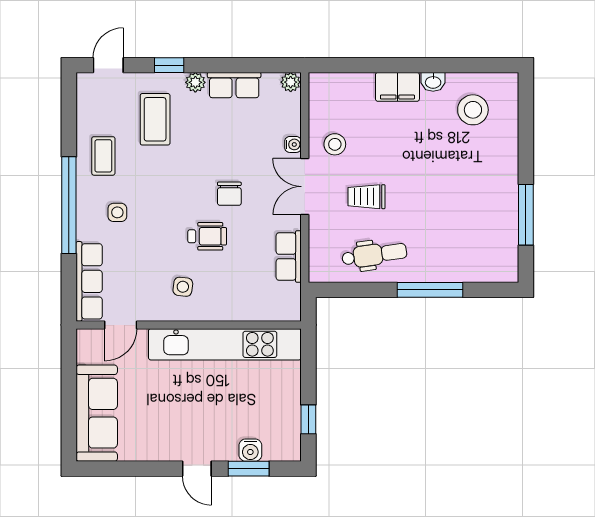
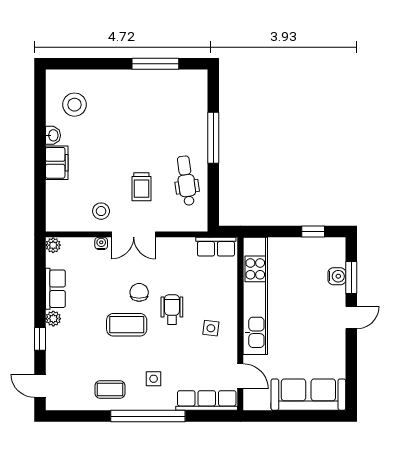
coffee table: (155, 119) -> (127, 325), moved
chair: (229, 194) -> (139, 292), turned -90
row of seats: (289, 257) -> (216, 247), moved

